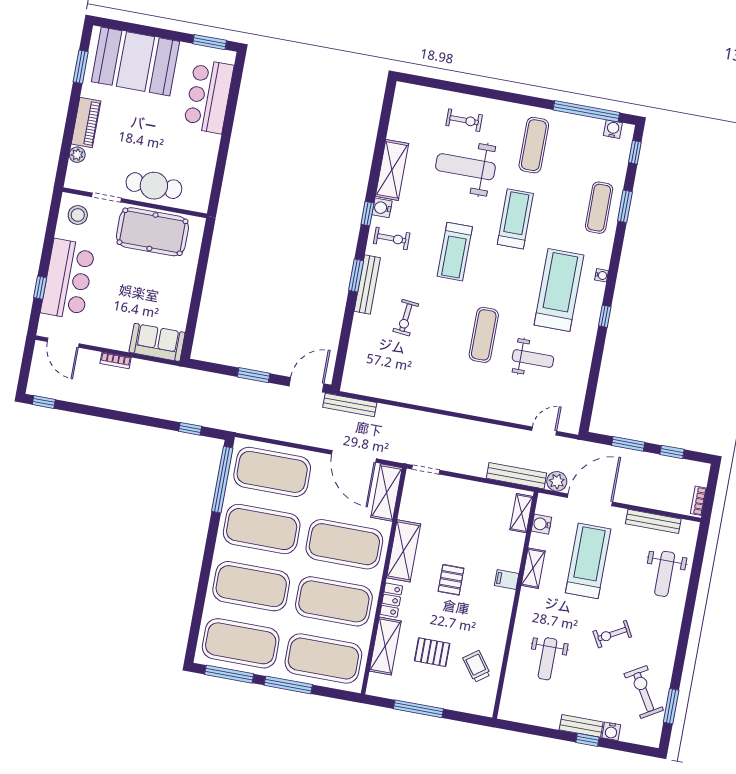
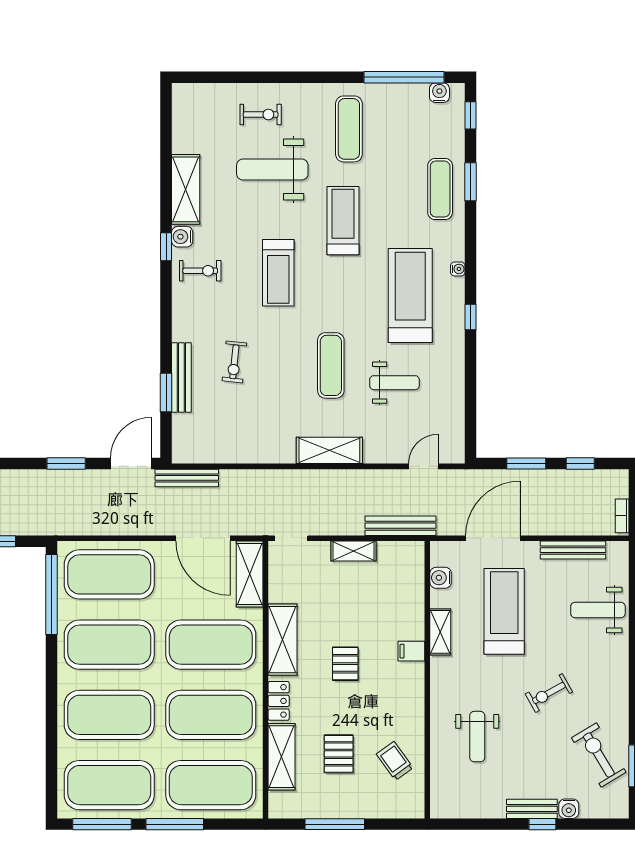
window: (356, 276) -> (166, 393), moved
bench: (367, 285) -> (181, 377), moved
shelving: (470, 404) -> (329, 450), added
plant: (557, 481) -> (450, 524), removed
shelving: (521, 513) -> (353, 551), moved, turned 90
weight bench: (665, 574) -> (598, 610), turned 90
pallet: (432, 652) -> (339, 754), turned 90

